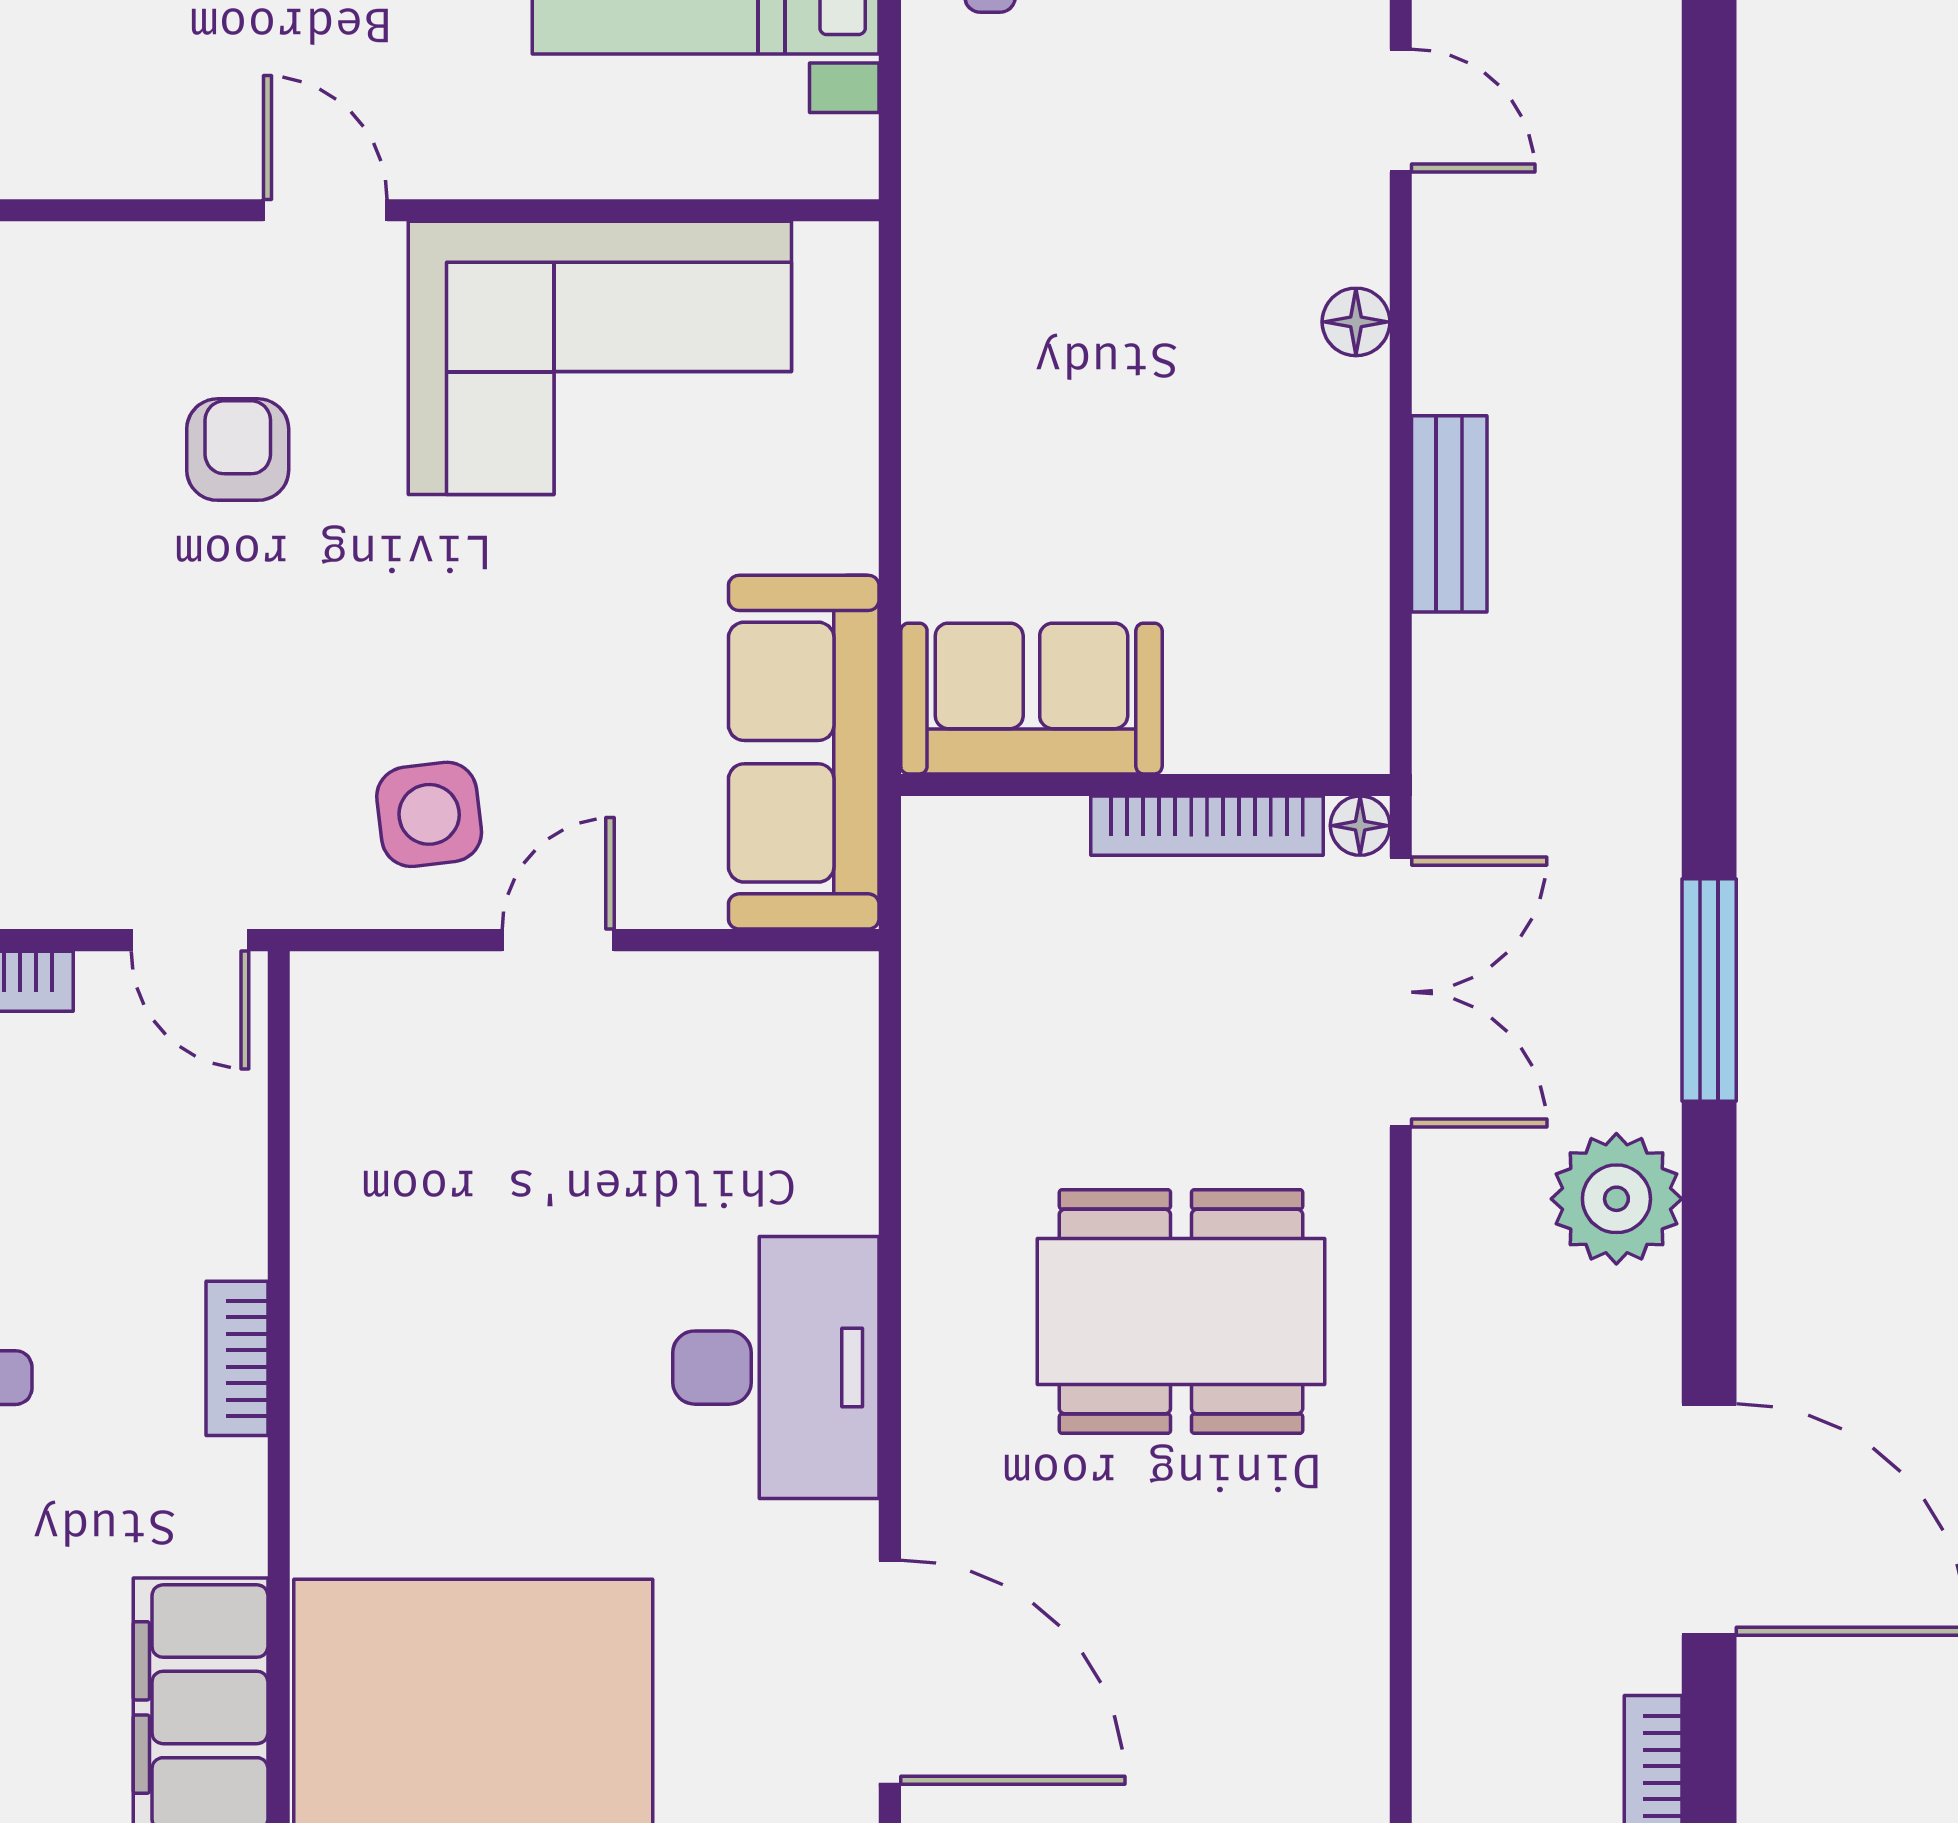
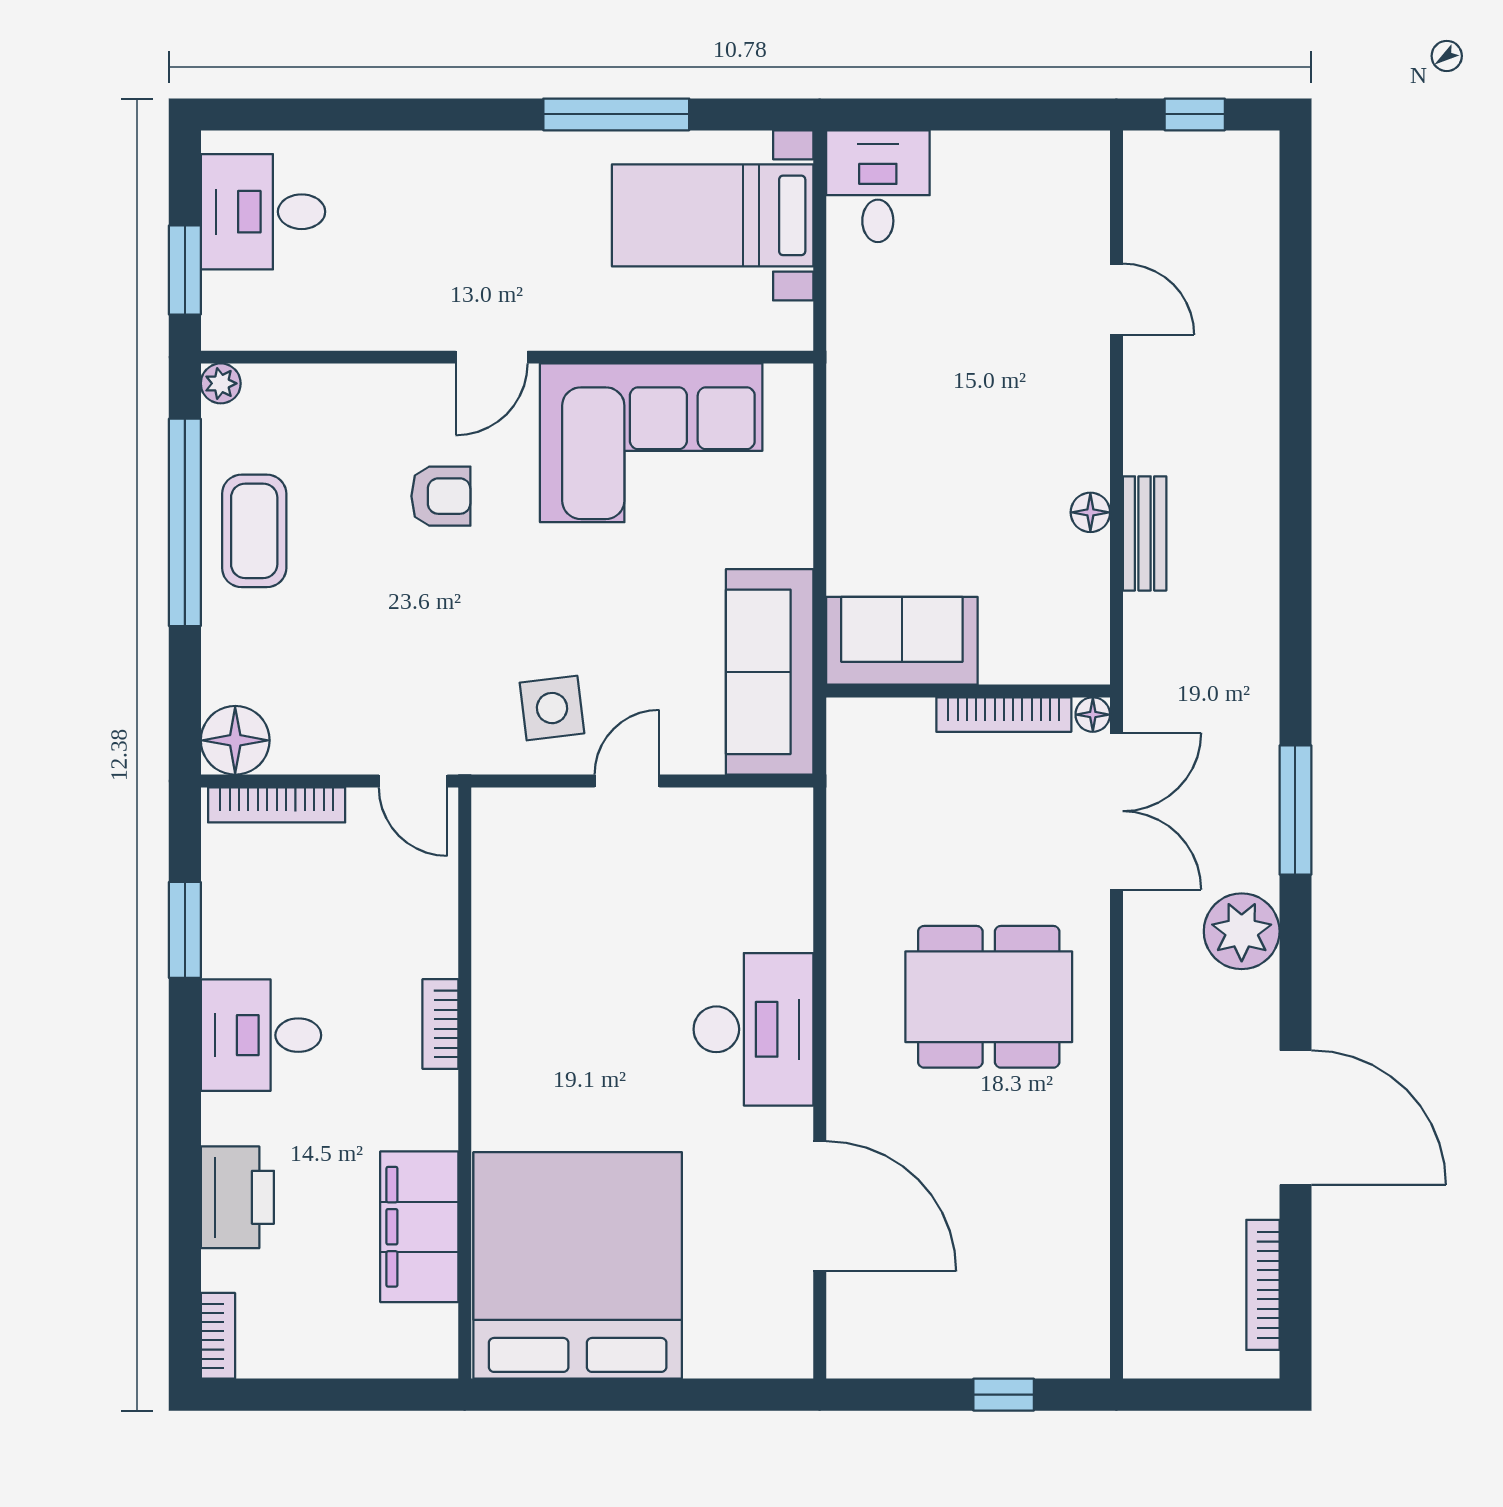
door: (325, 210) -> (492, 357), swing flipped
floor lamp: (1356, 322) -> (1090, 512), moved
armchair: (238, 450) -> (441, 496), turned 90

